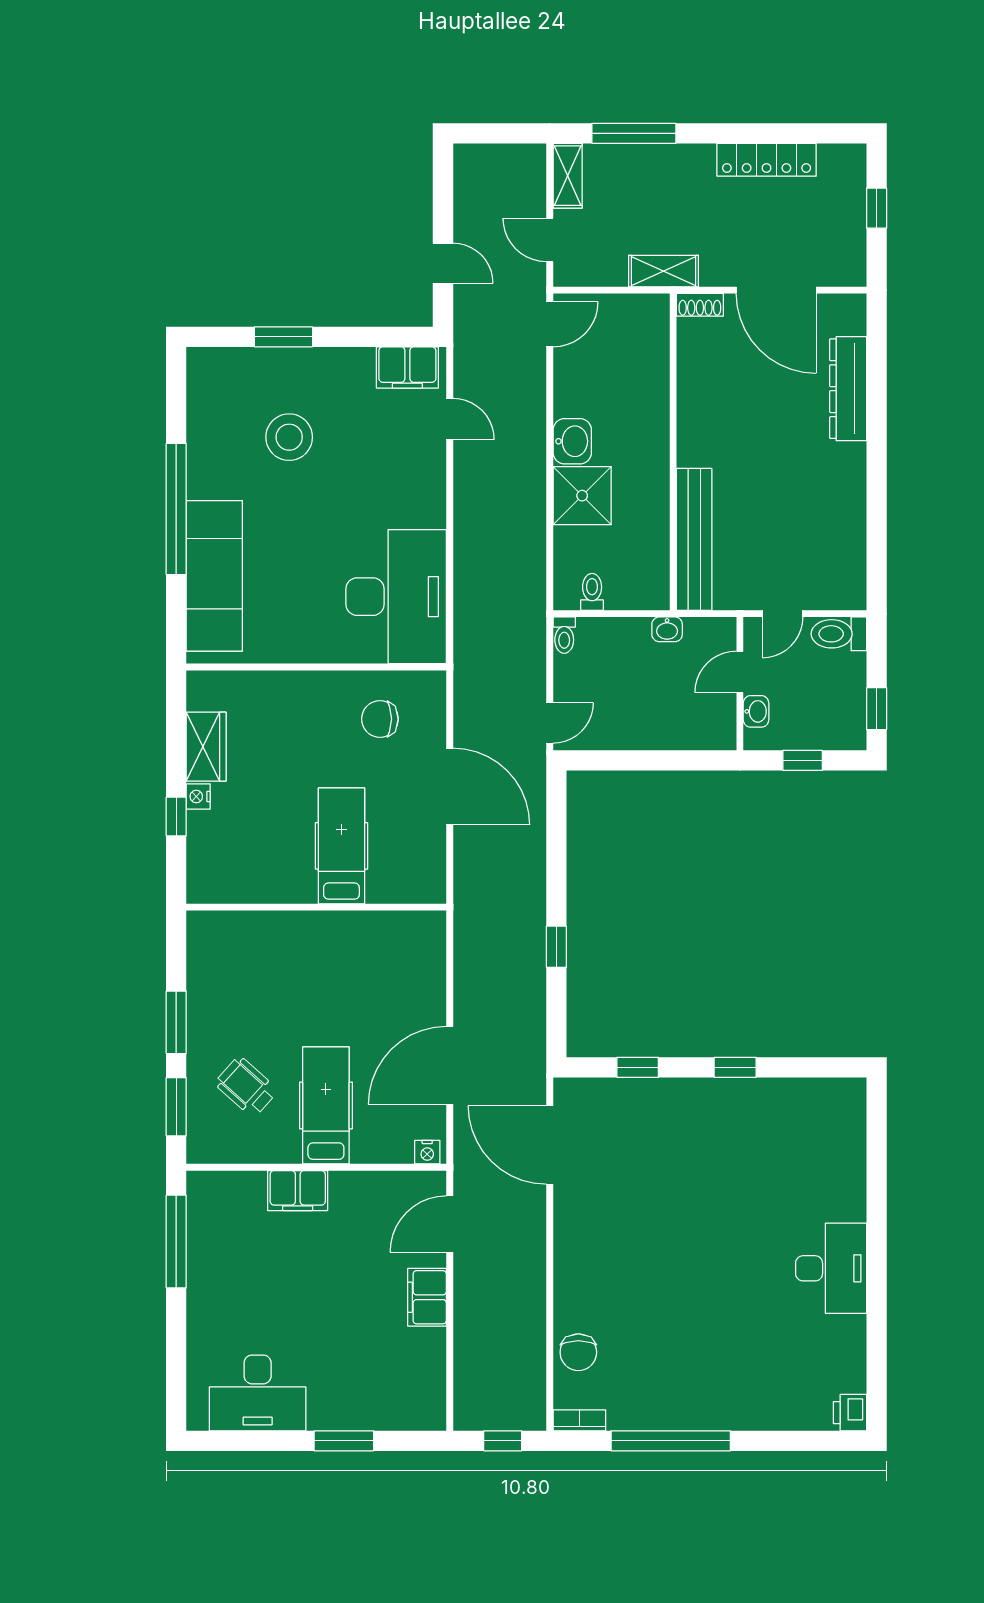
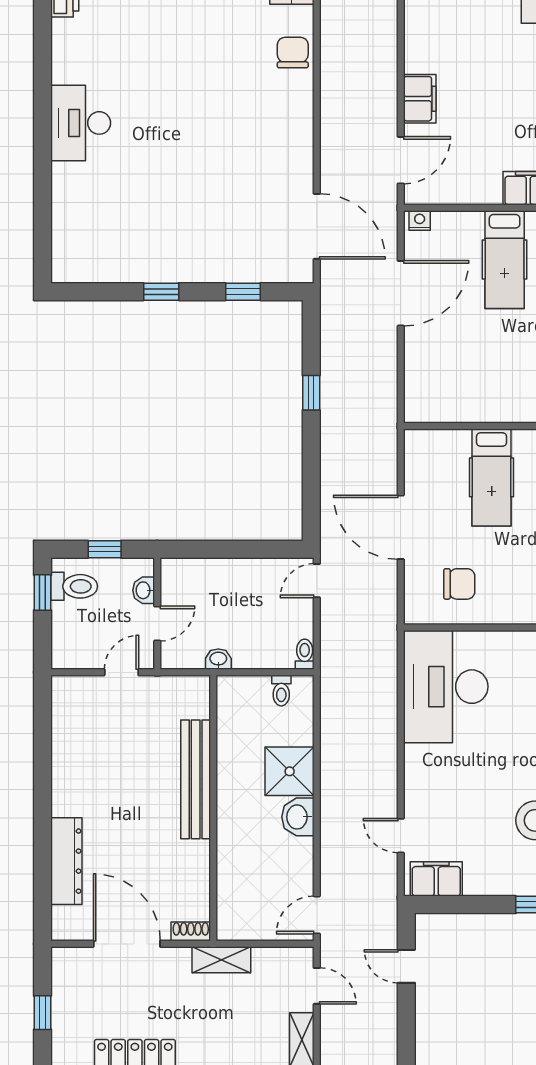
bench: (694, 539) -> (196, 779), moved
toilet: (839, 634) -> (74, 586), moved

